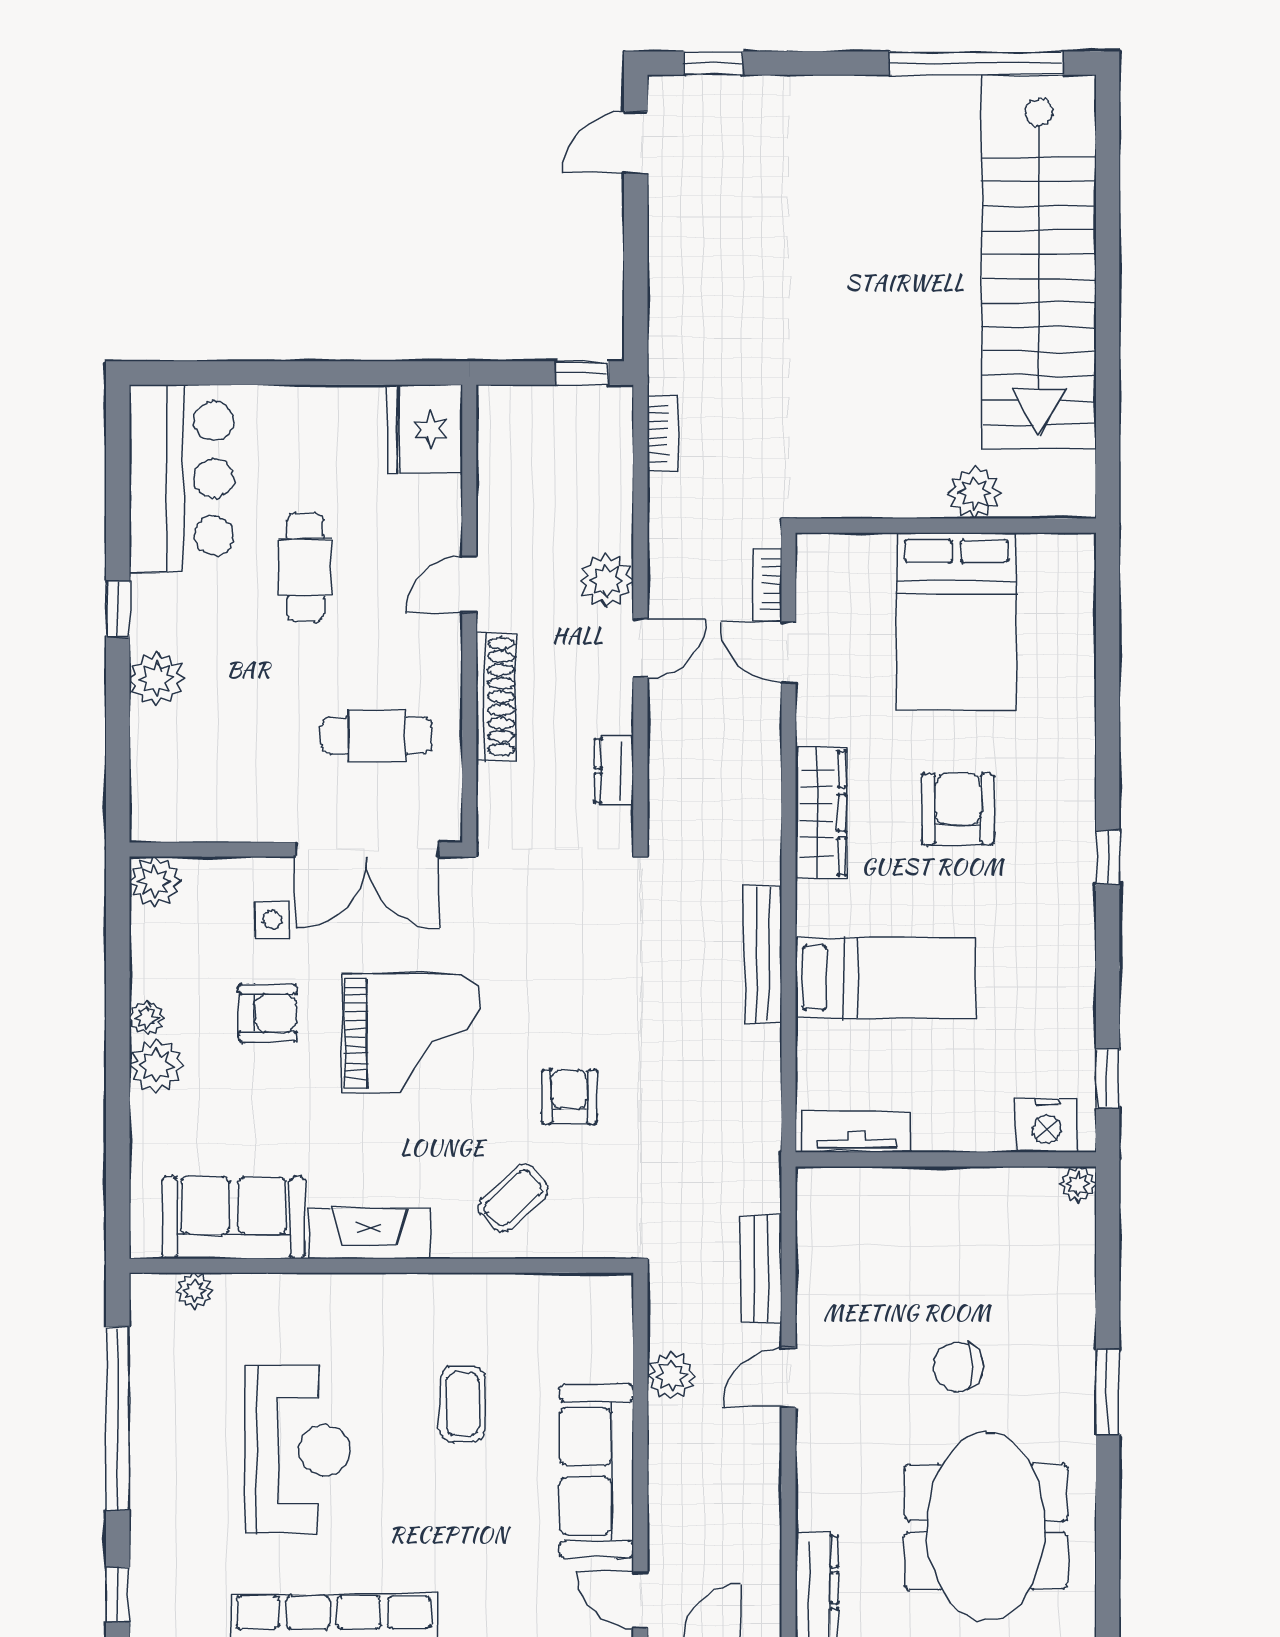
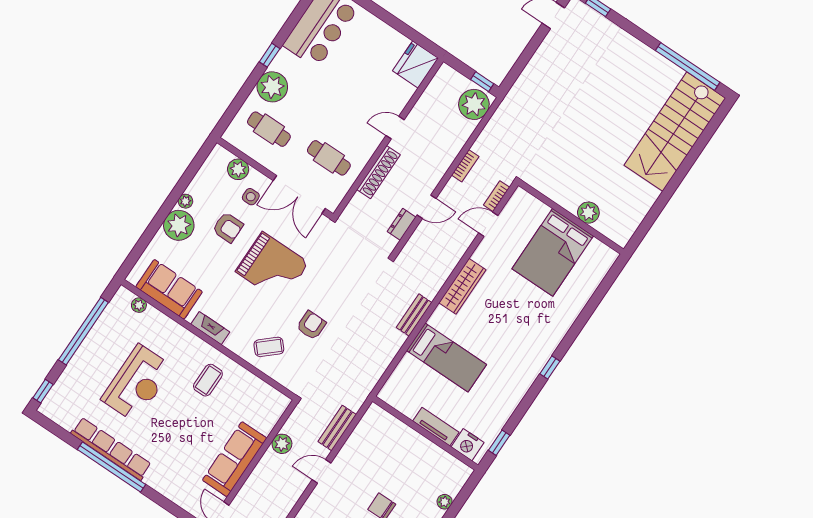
stairs: (1039, 262) -> (675, 132), width x0.73
bookcase: (662, 433) -> (465, 166), moved
cafe table: (305, 567) -> (269, 129), moved, turned 90
plant: (606, 580) -> (474, 104), moved, width x1.36, depth x1.36
door: (640, 648) -> (427, 207), moved
door: (788, 652) -> (488, 224), hinge flipped
plant: (156, 679) -> (272, 87), width x1.36, depth x1.36
armchair: (958, 809) -> (510, 317), removed
plant: (155, 882) -> (238, 169), moved
bench: (763, 954) -> (414, 315), width x0.73
plant: (156, 1066) -> (179, 225), width x1.36, depth x1.36
tv unit: (857, 1132) -> (436, 427), moved
plant: (1078, 1184) -> (445, 502), moved
fireplace: (369, 1234) -> (210, 328), width x0.73, depth x0.76
coffee table: (463, 1404) -> (208, 380), moved

